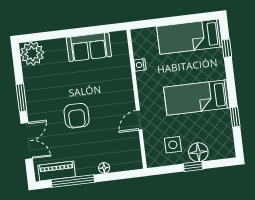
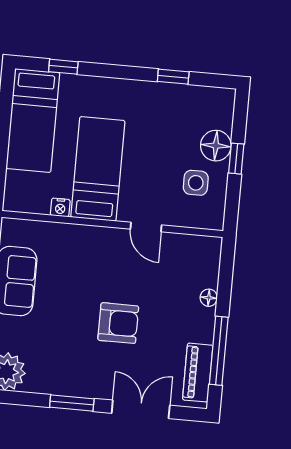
bed: (197, 98) -> (98, 169), moved, turned 180

